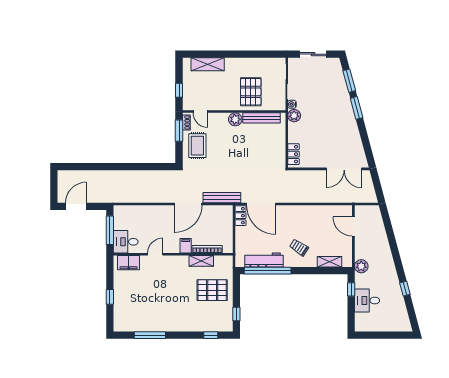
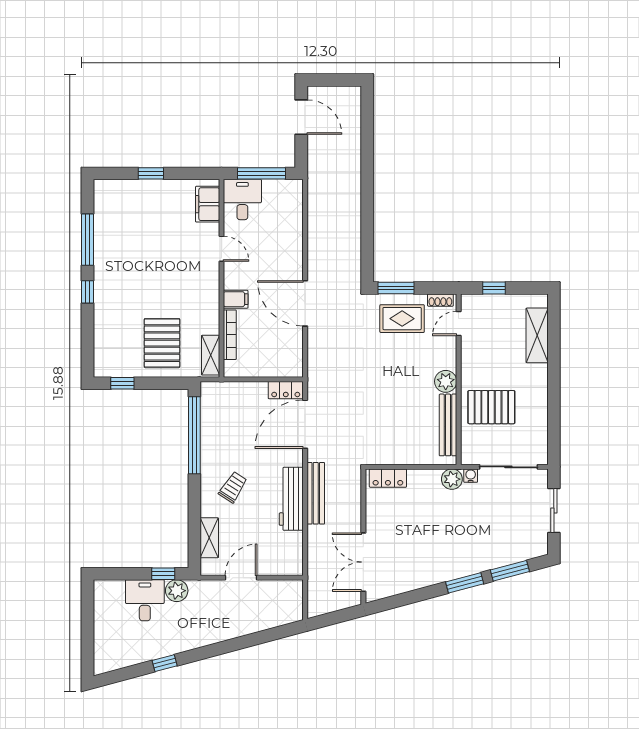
window: (179, 131) -> (396, 288), moved
bench: (222, 198) -> (316, 493), moved
door: (353, 226) -> (241, 578), moved
workbench: (264, 260) -> (291, 499), moved, turned 180
shelving: (201, 261) -> (211, 355), moved
plant: (361, 266) -> (177, 591), moved
window: (211, 335) -> (87, 292), moved

